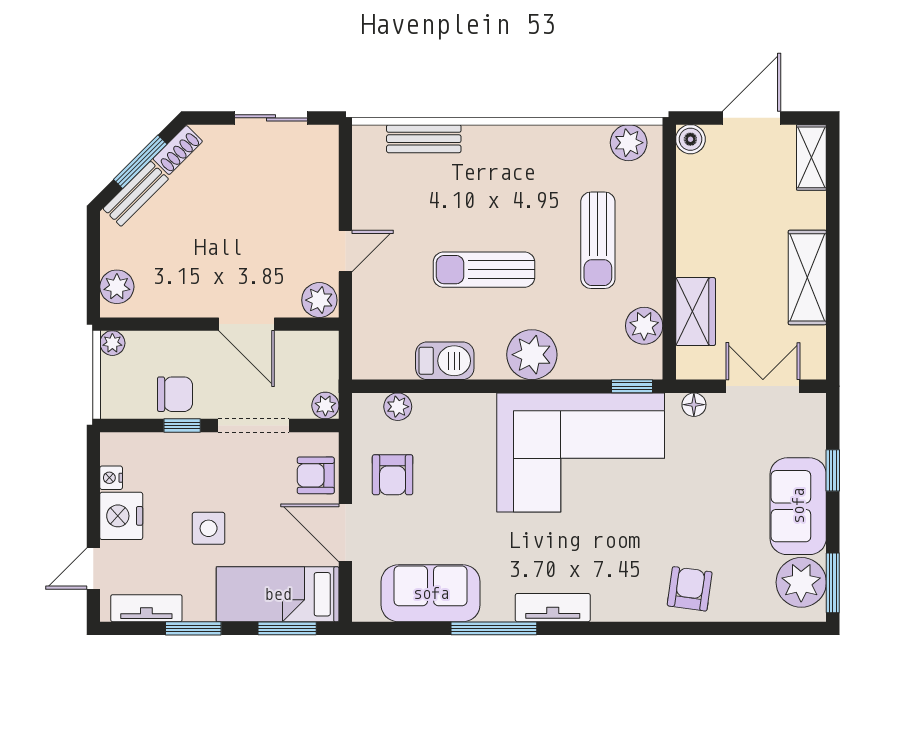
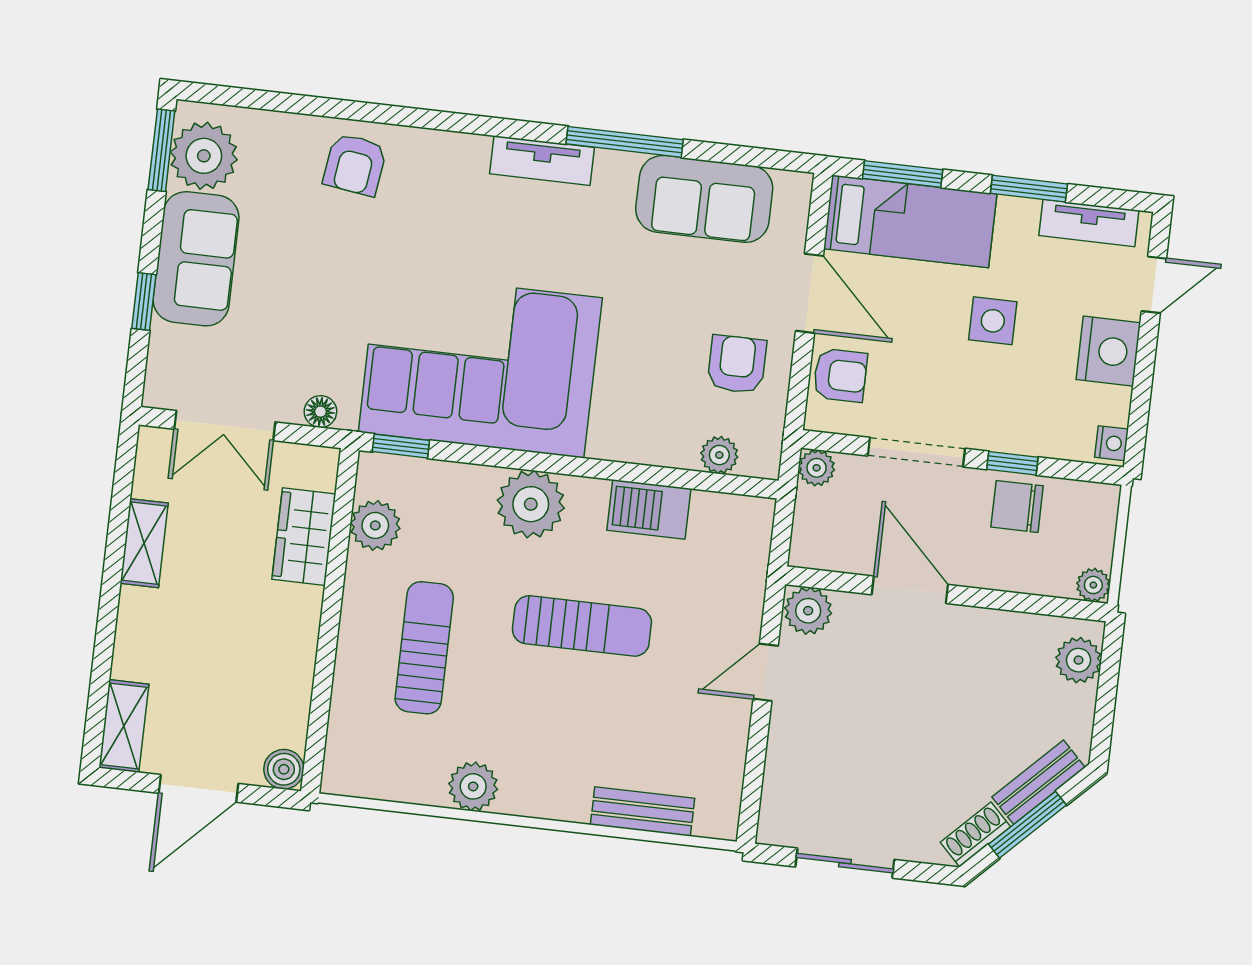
plant: (629, 143) -> (473, 786), moved
shelving: (807, 277) -> (144, 543), width x0.67, depth x0.75
nightstand: (111, 478) -> (1111, 443), moved

